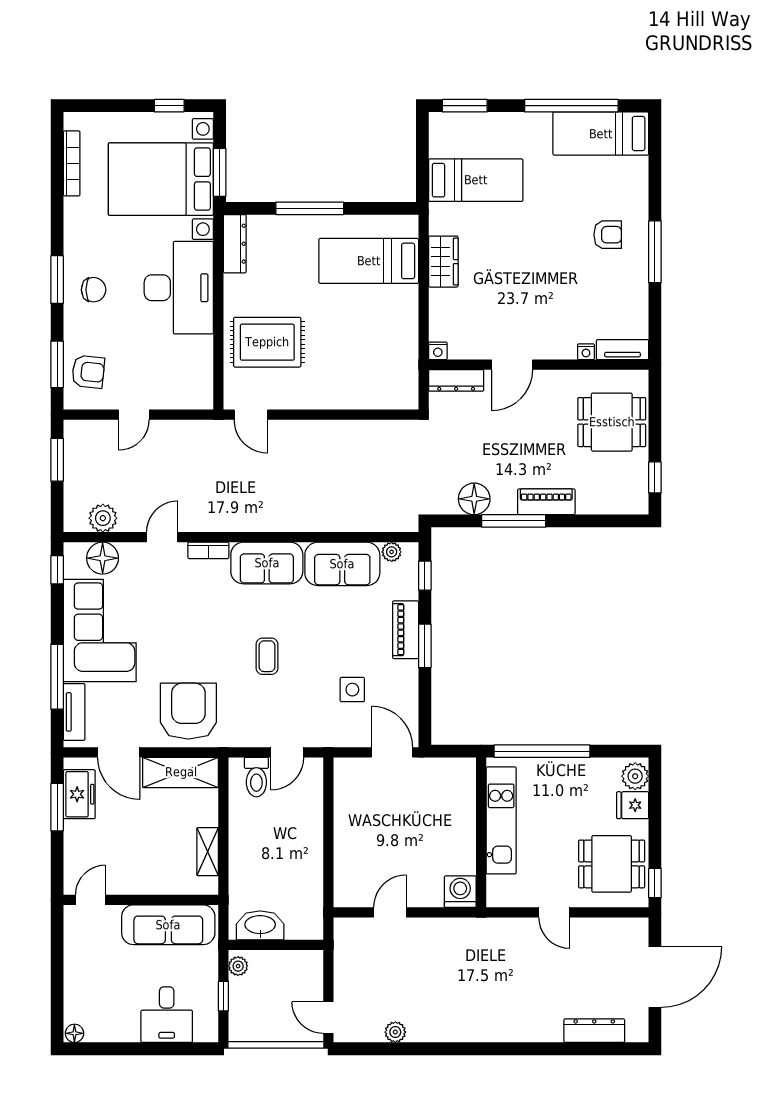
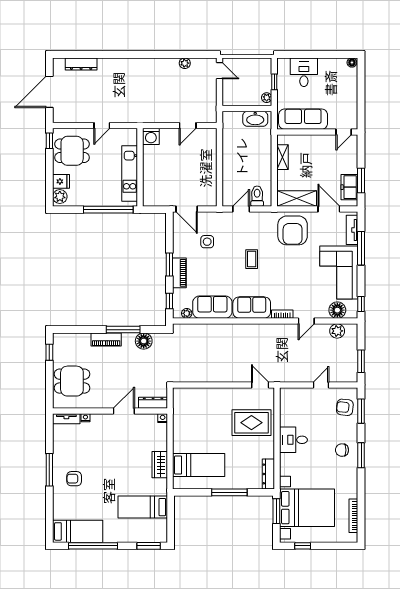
desk: (179, 288) -> (293, 440), width x0.53, depth x0.77
door: (554, 912) -> (102, 126), swing flipped

